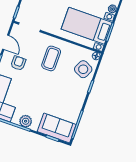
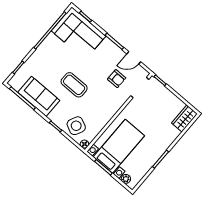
coffee table: (51, 58) -> (74, 85), moved
armchair: (18, 63) -> (117, 79), moved
plant: (26, 121) -> (46, 47), removed
sofa: (57, 128) -> (39, 96), moved, turned -90

